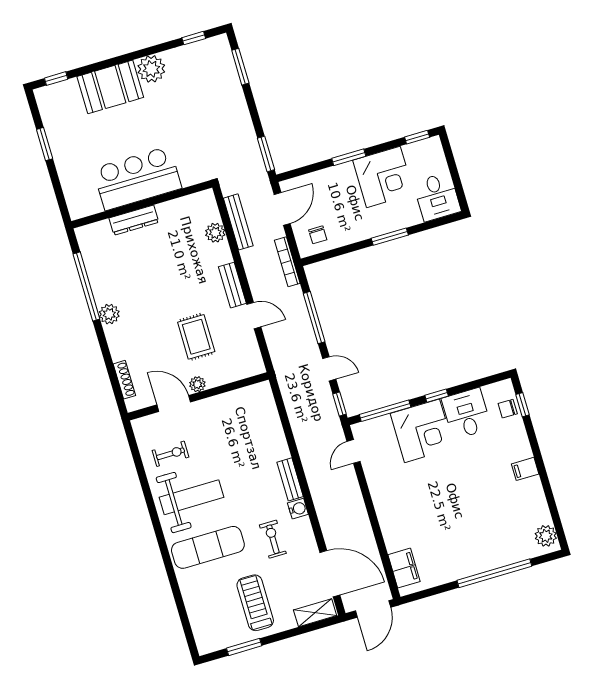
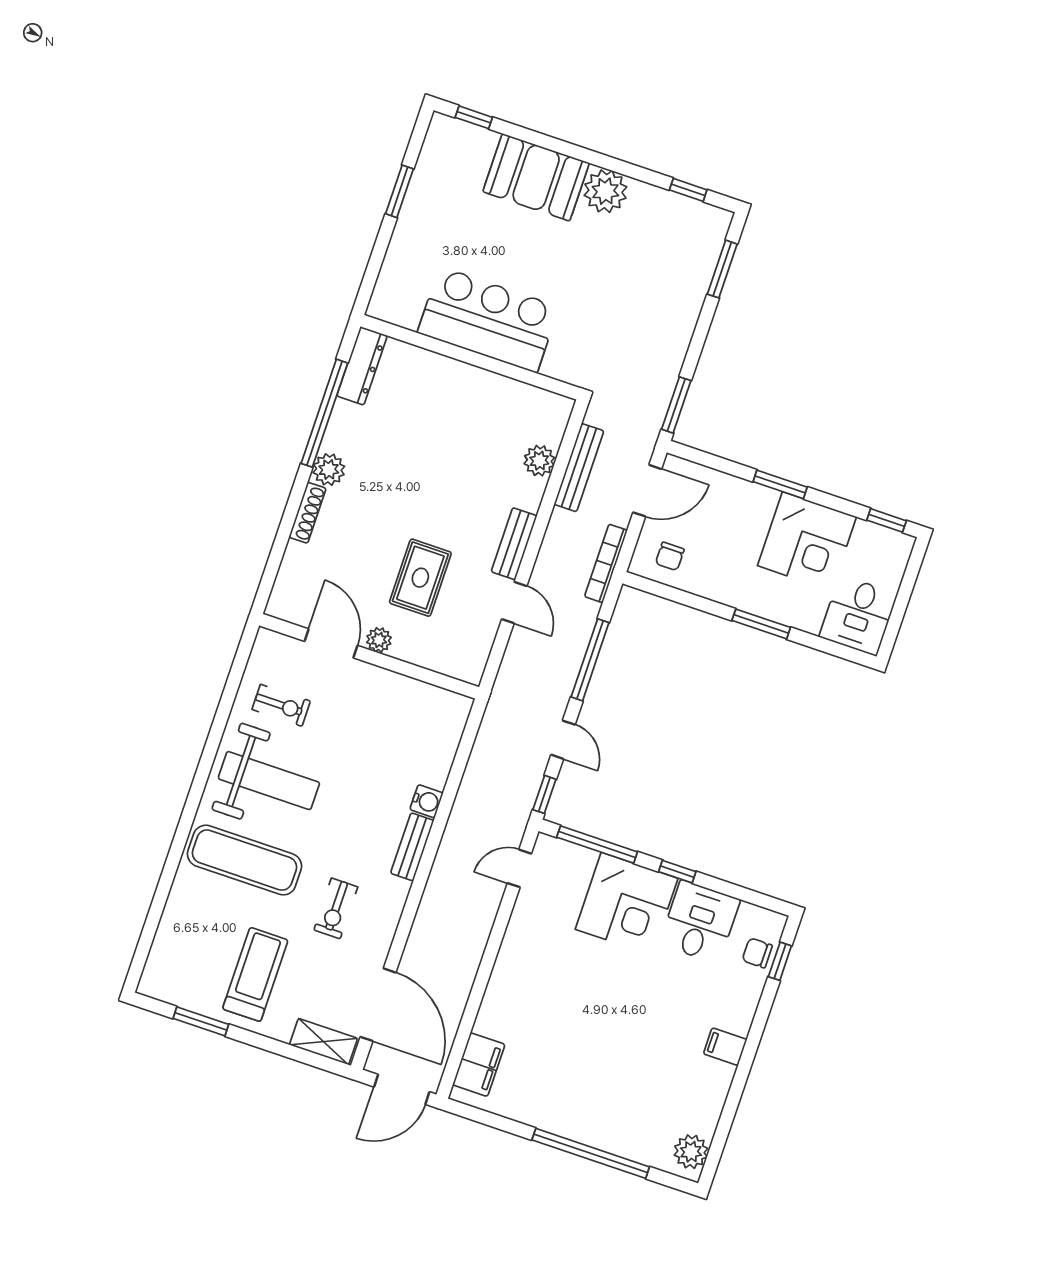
dresser: (134, 220) -> (362, 366), moved, turned -90
shoe rack: (124, 380) -> (308, 513), moved
water cooler: (298, 509) -> (427, 801), moved
exercise bike: (273, 539) -> (336, 908), turned 180

